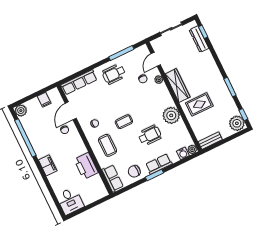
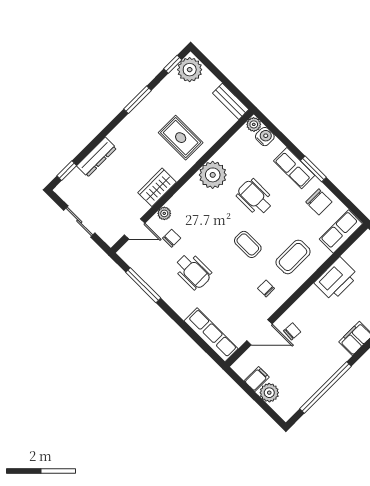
dresser: (199, 39) -> (96, 157), moved
wheelchair: (114, 74) -> (193, 271), moved
wardrobe: (178, 85) -> (157, 187), width x0.67
plant: (21, 111) -> (269, 393), moved

